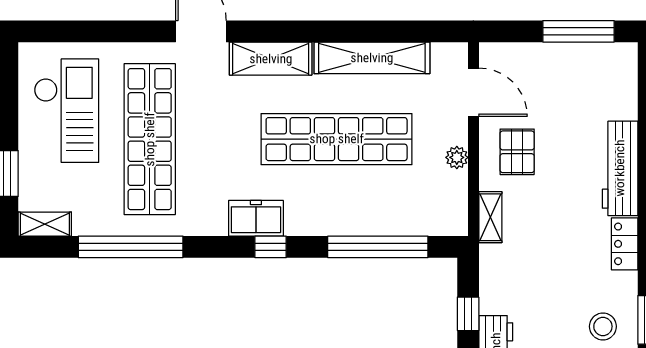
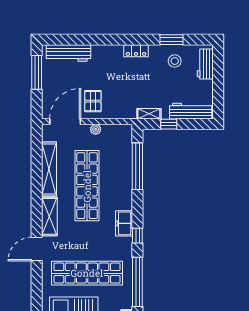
door: (473, 92) -> (65, 122), width x1.36
pallet: (517, 152) -> (93, 101), turned 90
workbench: (620, 168) -> (68, 53), moved
shelving: (490, 217) -> (149, 114), moved
window: (271, 247) -> (137, 236), moved

